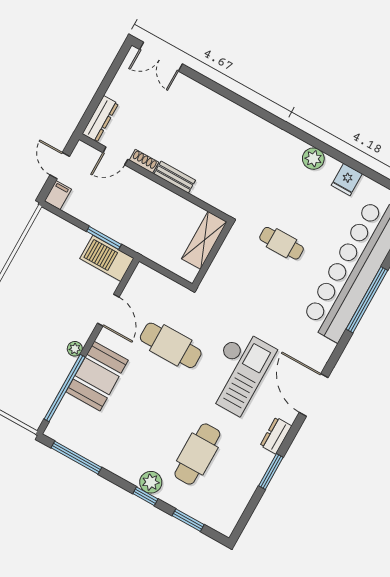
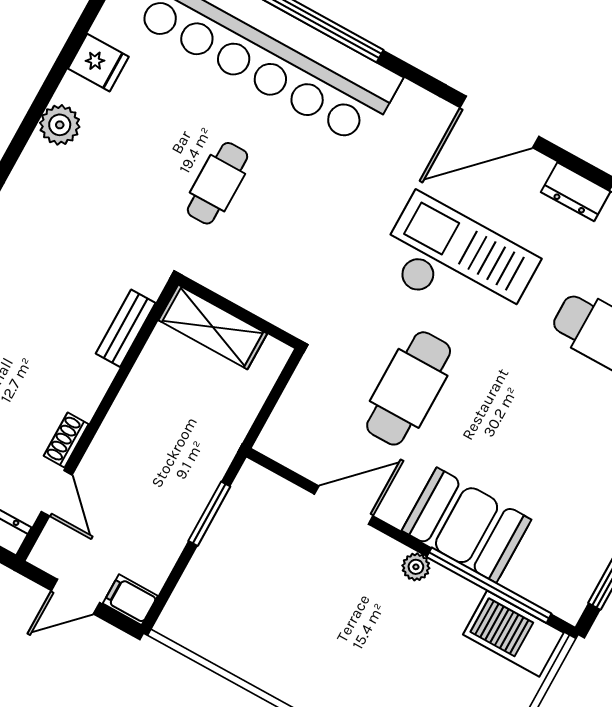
bench: (175, 177) -> (126, 328), moved
barbecue: (107, 258) -> (513, 634), moved, turned 90

